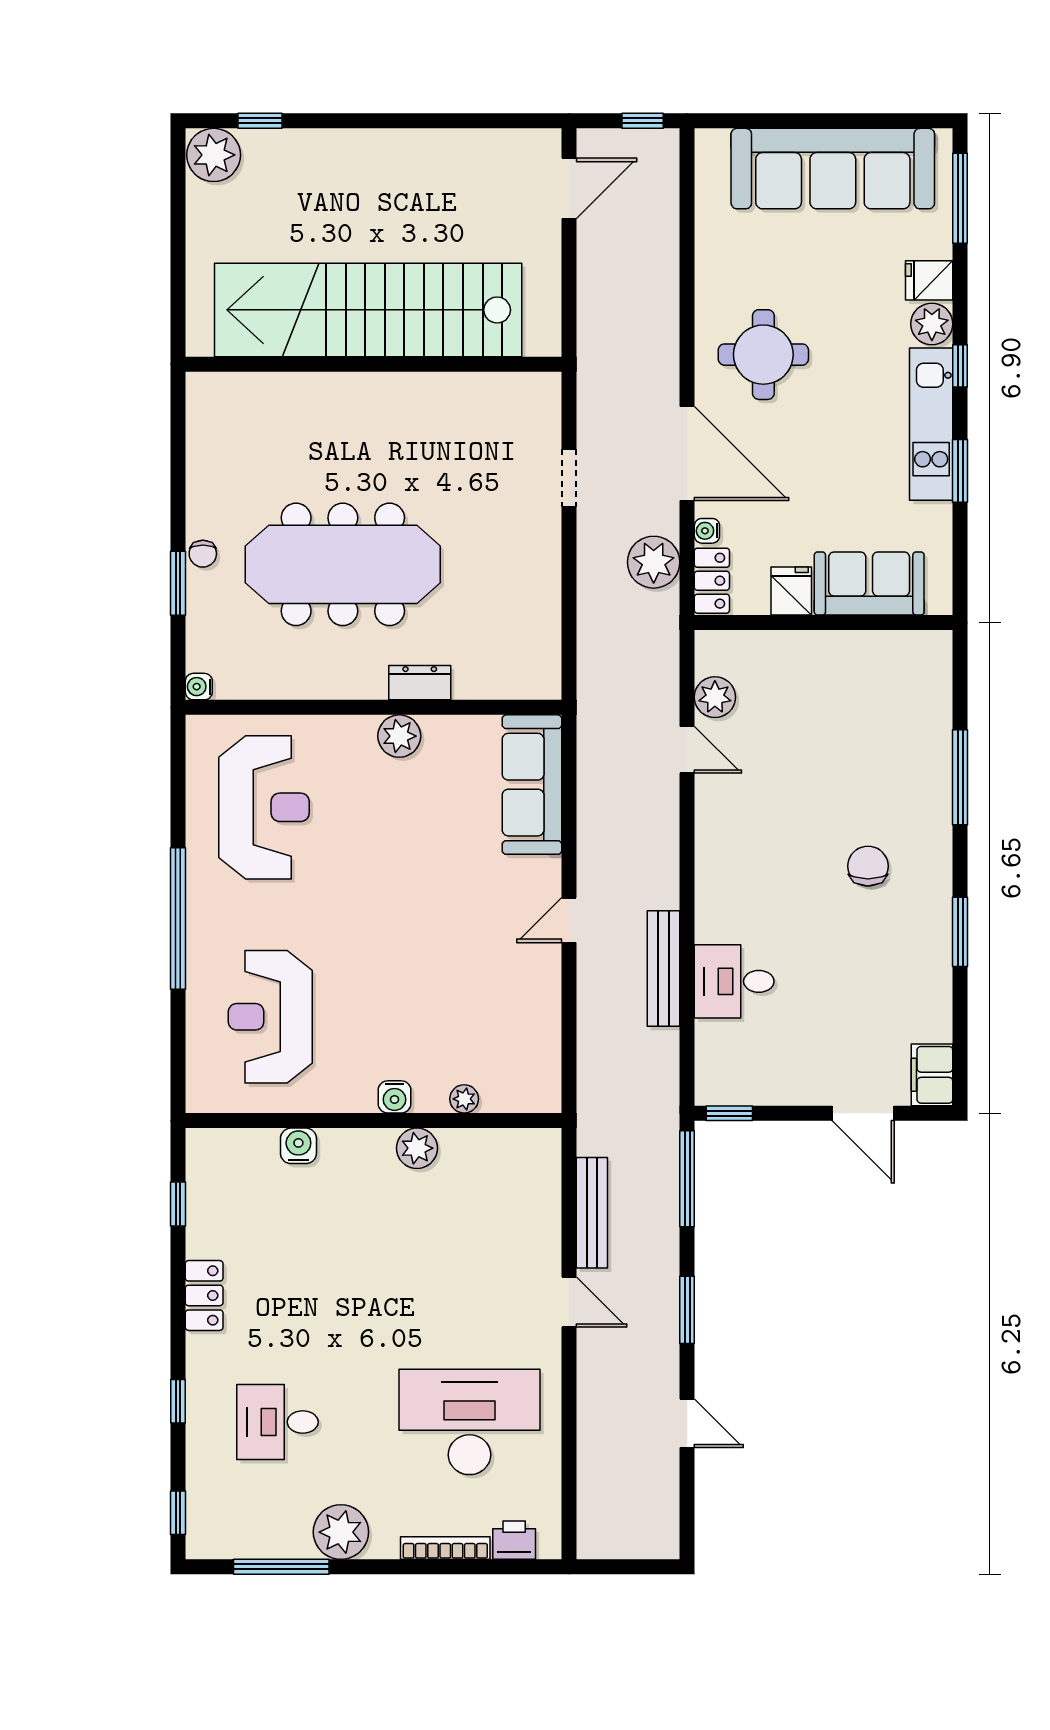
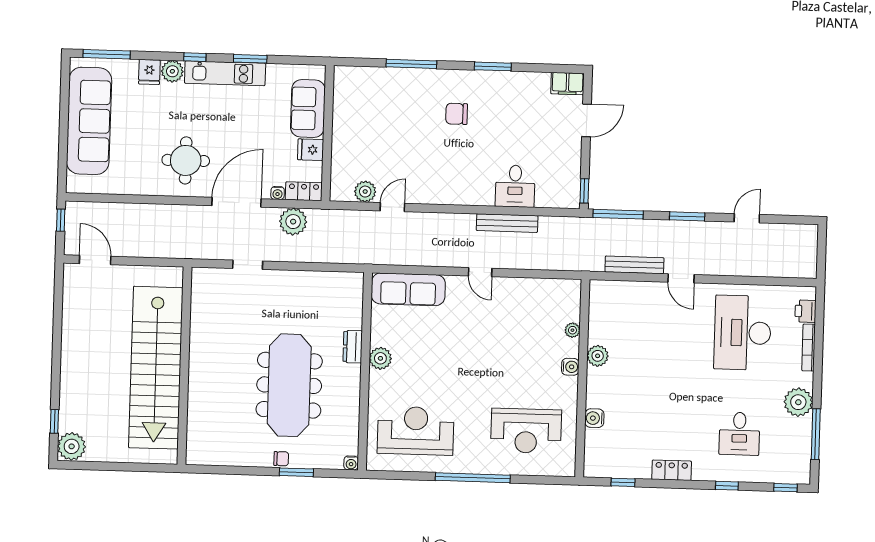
door: (569, 1302) -> (681, 278), swing flipped

